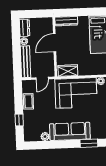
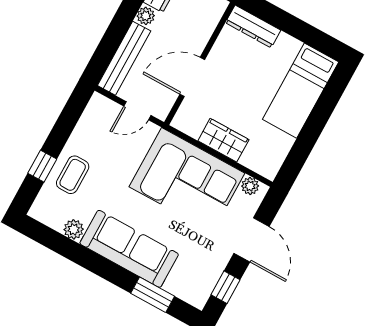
door: (55, 43) -> (192, 77), moved
wardrobe: (68, 70) -> (223, 140), moved
coffee table: (28, 101) -> (73, 175), moved

